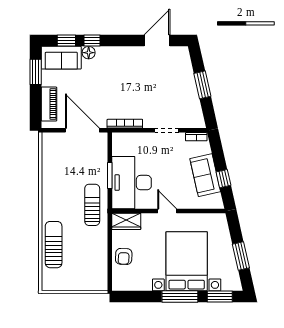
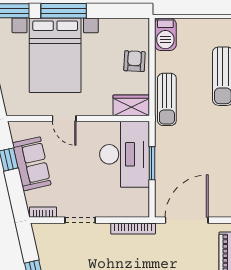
door: (82, 130) -> (187, 220), swing flipped
sun lounger: (92, 205) -> (167, 99), moved
door: (167, 211) -> (64, 119), moved
barbecue: (99, 278) -> (165, 34), added

